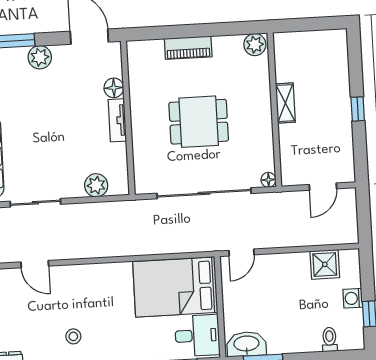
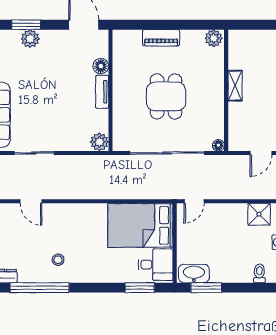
plant: (40, 57) -> (30, 39), moved
dining table: (199, 122) -> (166, 96), turned 90
plant: (96, 185) -> (99, 142), moved

